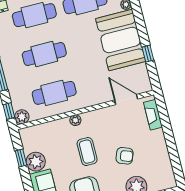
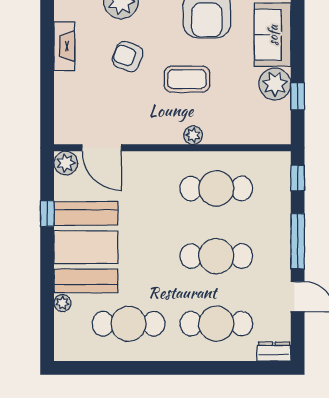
fireplace: (153, 115) -> (64, 46), moved
plant: (22, 117) -> (66, 163), moved
coffee table: (87, 152) -> (187, 79), turned 90

